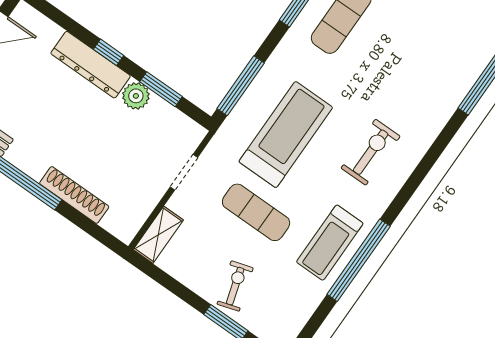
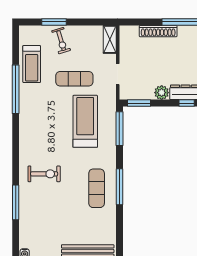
window: (161, 89) -> (139, 103), moved
treadmill: (286, 135) -> (85, 121), turned 180
exercise bike: (371, 152) -> (44, 174), moved, turned -90
treadmill: (330, 243) -> (32, 64), moved, turned 180

